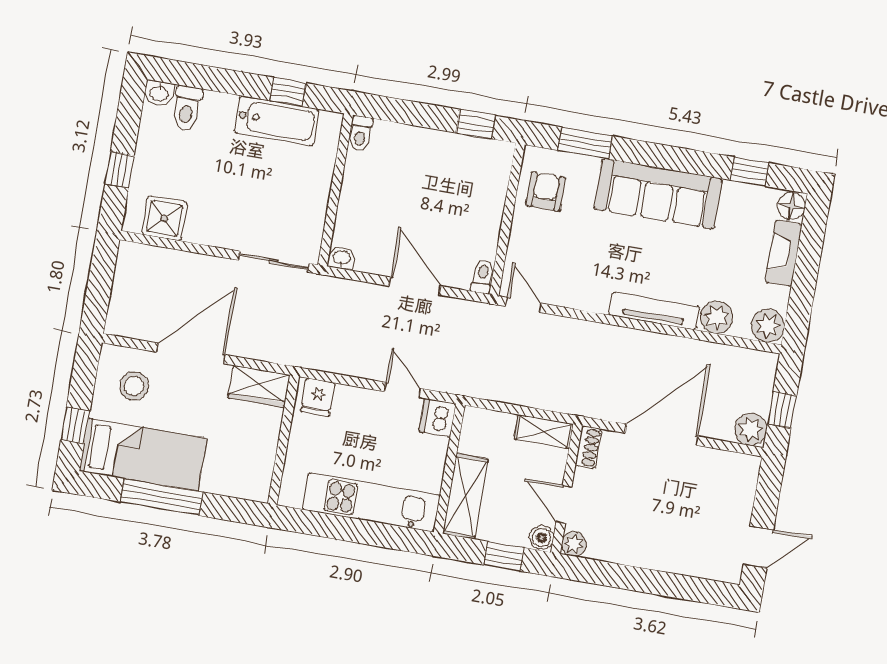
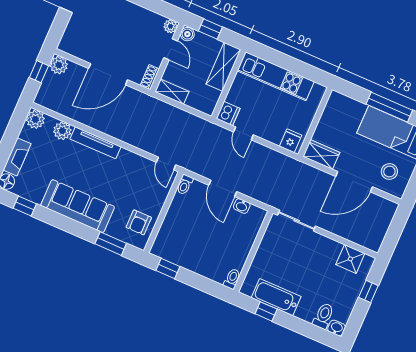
washbasin: (342, 258) -> (242, 206), moved

